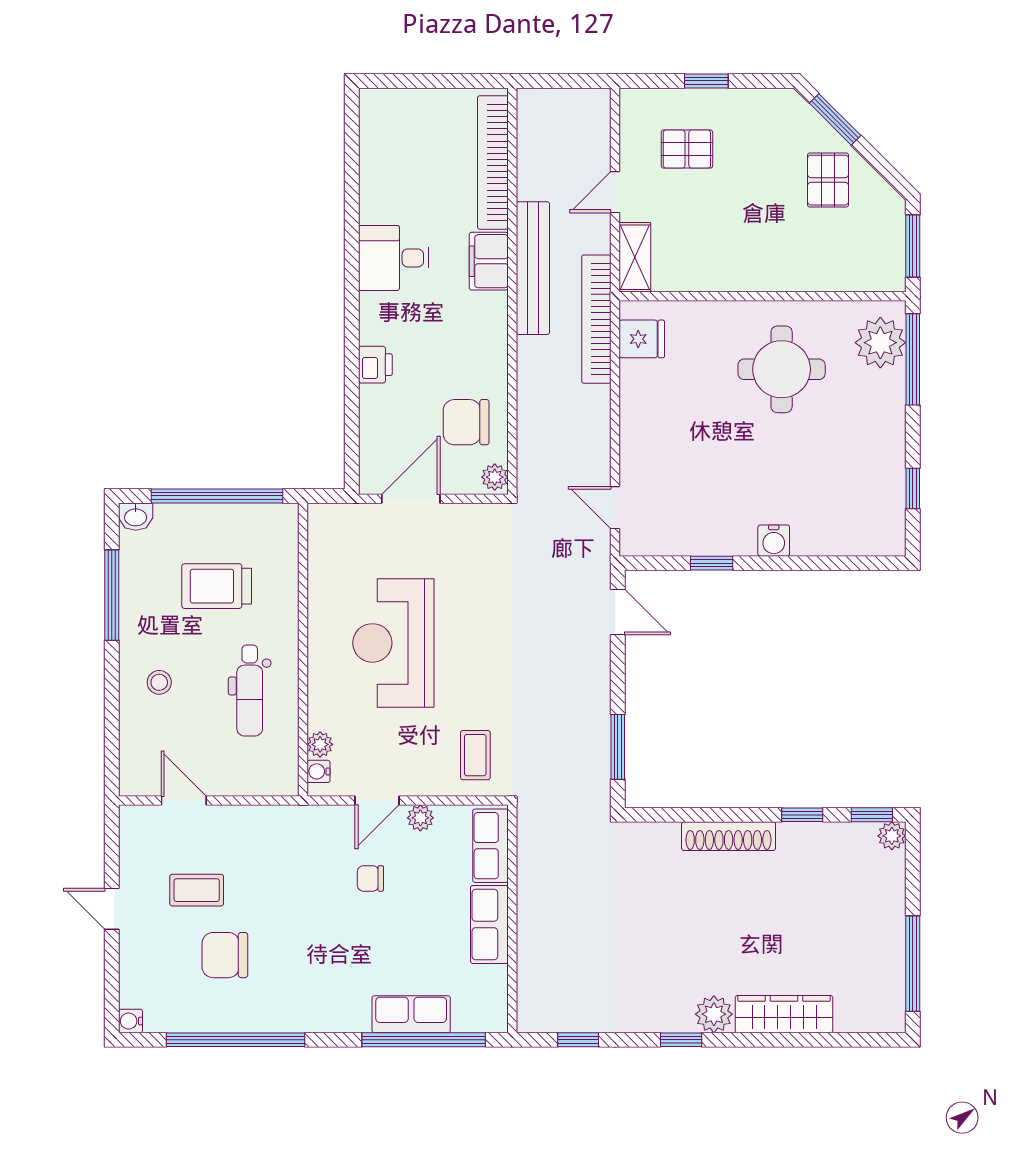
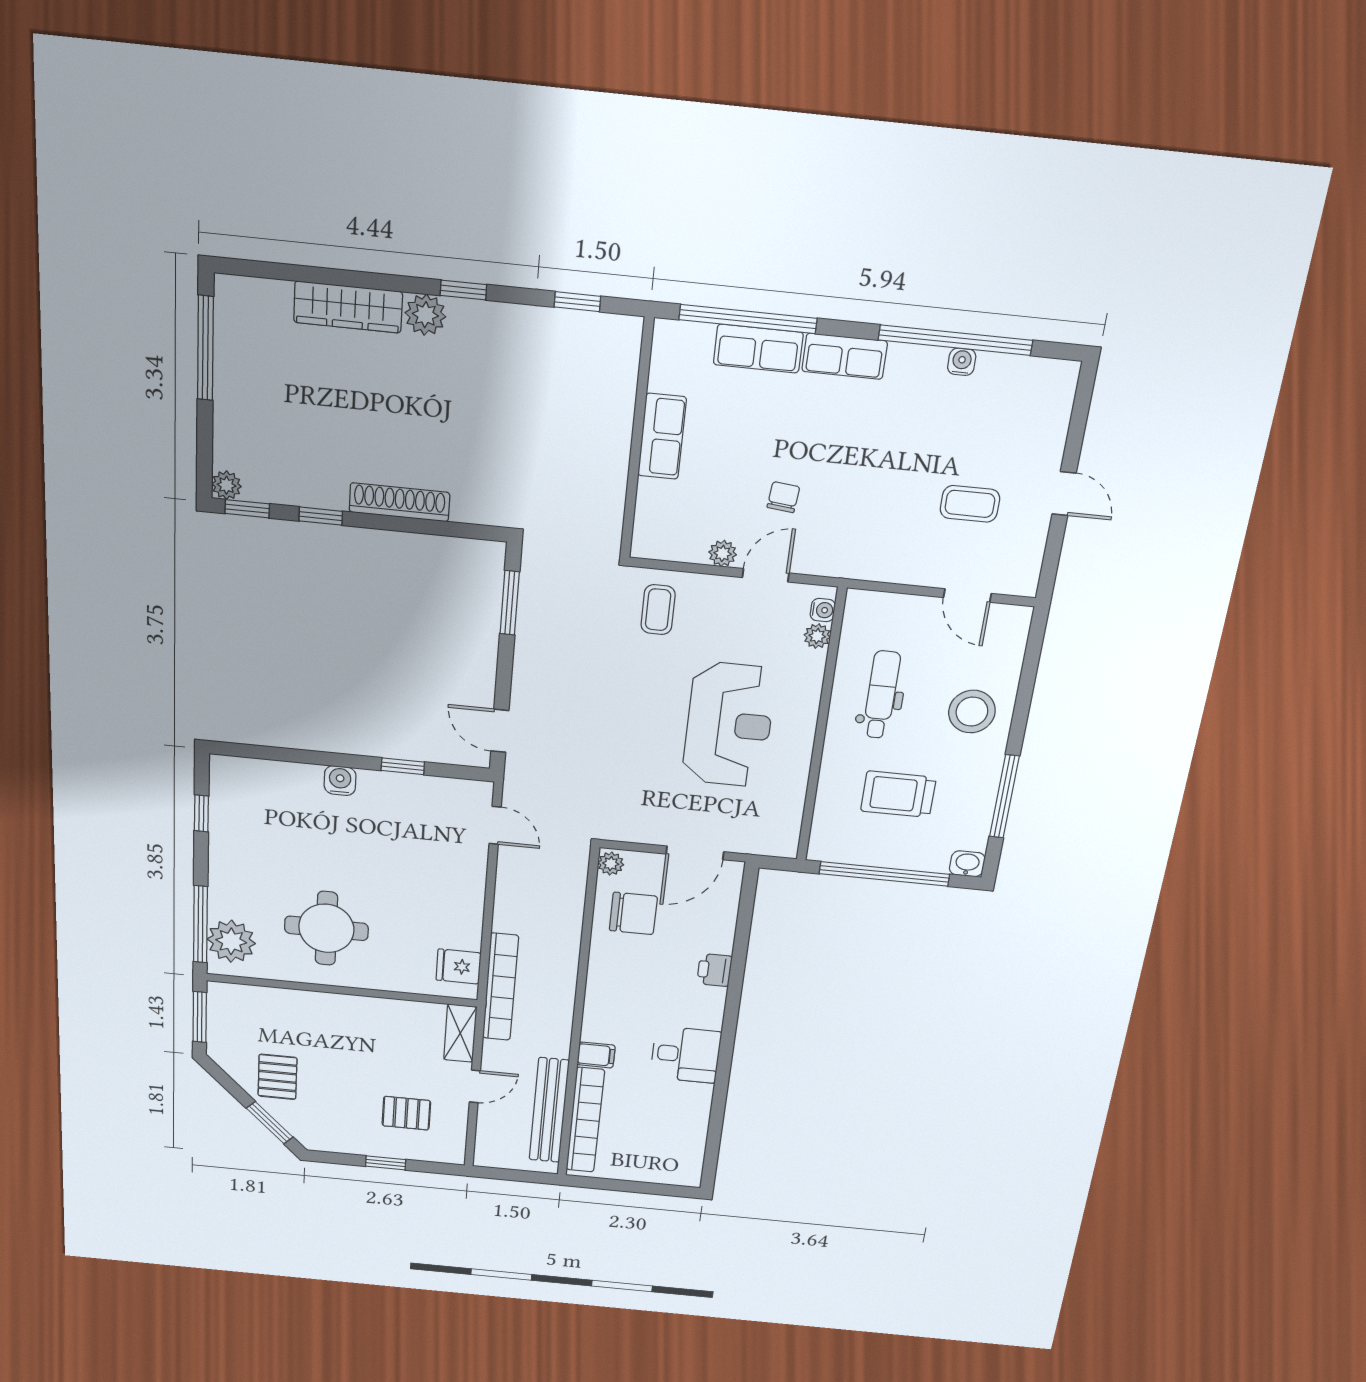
filing cabinet: (489, 261) -> (596, 1055), width x0.50
bench: (533, 268) -> (549, 1110), moved
trolley: (217, 586) -> (898, 794), turned 180
stool: (159, 682) -> (972, 712), width x1.89, depth x1.89
row of seats: (490, 846) -> (845, 356), moved, turned 90
chair: (370, 878) -> (783, 497), turned -84
chair: (225, 955) -> (952, 433), removed
water cooler: (130, 1021) -> (962, 362), moved, turned -90

